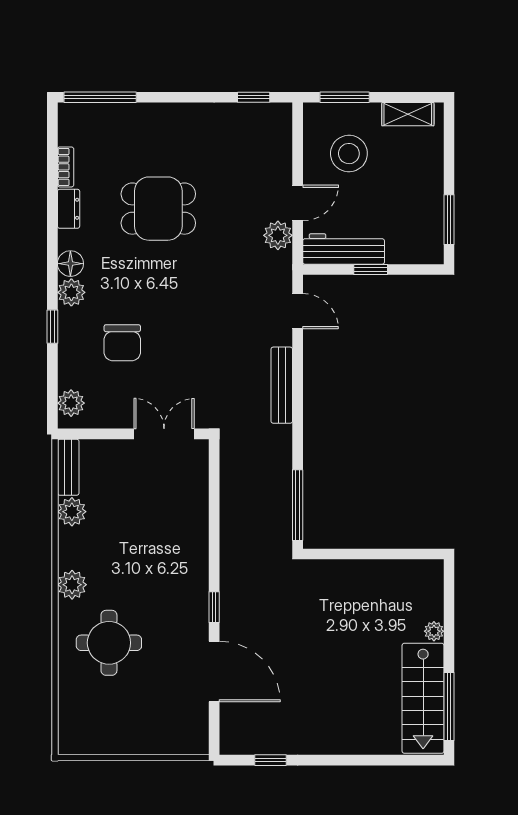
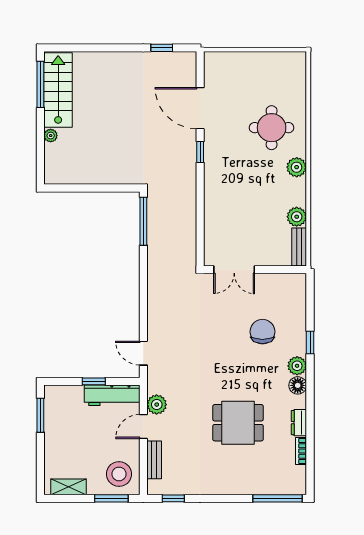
stool: (349, 154) -> (119, 474), moved
bench: (282, 385) -> (154, 460), moved, width x0.73
plant: (71, 403) -> (297, 291), removed

